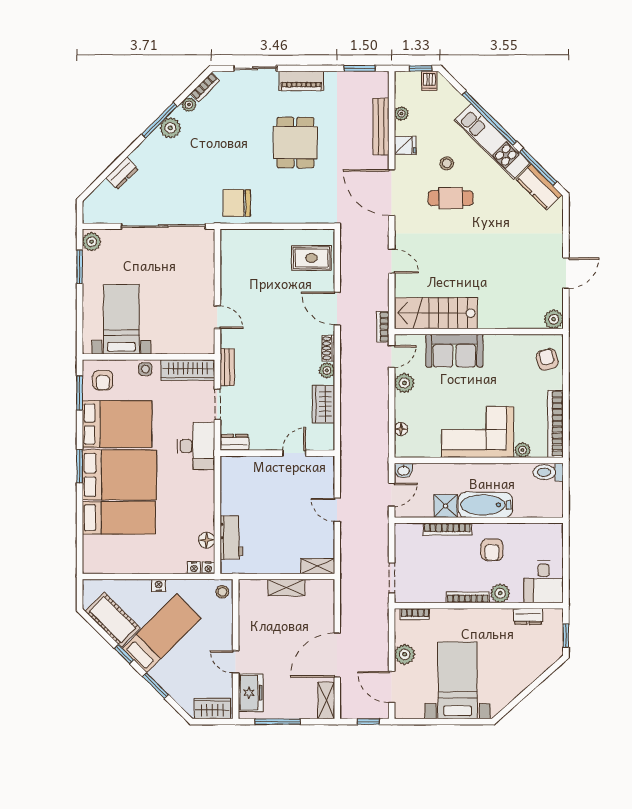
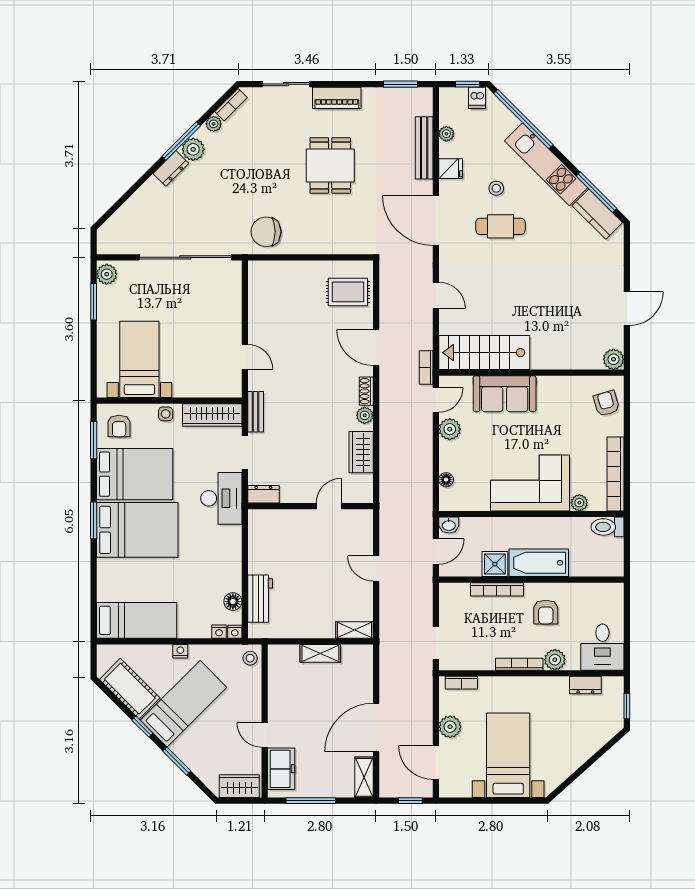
window: (489, 118) -> (523, 119), moved
dresser: (122, 173) -> (171, 168), moved
bed: (119, 518) -> (137, 620), moved

